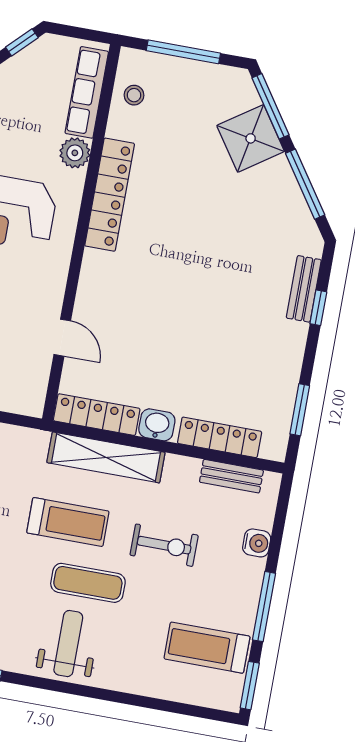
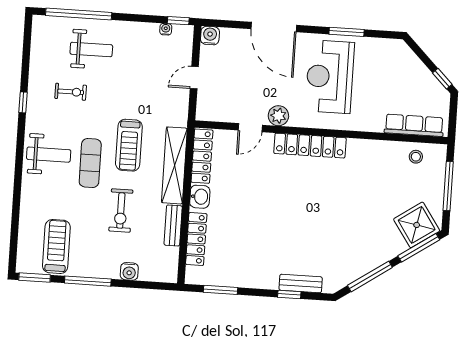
shower: (251, 138) -> (417, 225), moved
plant: (75, 153) -> (278, 116), moved
locker: (110, 195) -> (310, 146), moved
bench: (231, 476) -> (173, 225), moved

